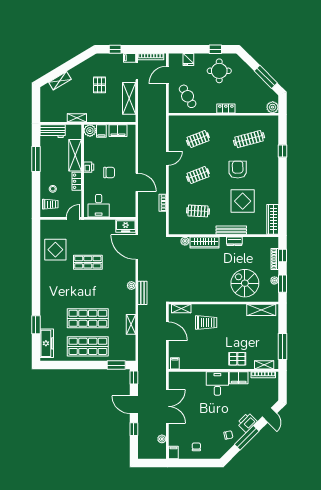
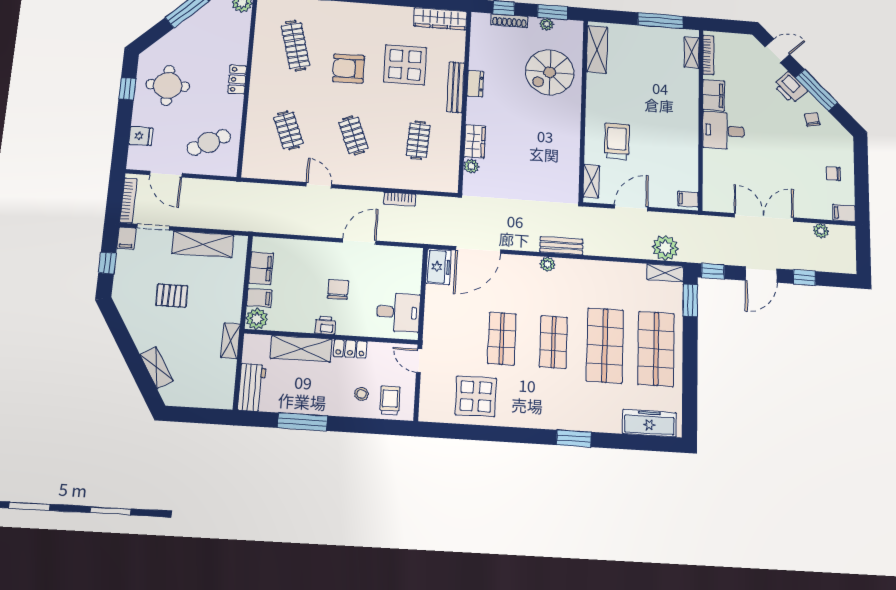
wardrobe: (204, 242) -> (475, 141), width x0.67
shop shelf: (88, 290) -> (553, 342), added
shelving: (131, 324) -> (665, 273), moved
window: (36, 325) -> (574, 438), moved
plant: (145, 351) -> (665, 248), added
pallet: (237, 359) -> (681, 95), removed

